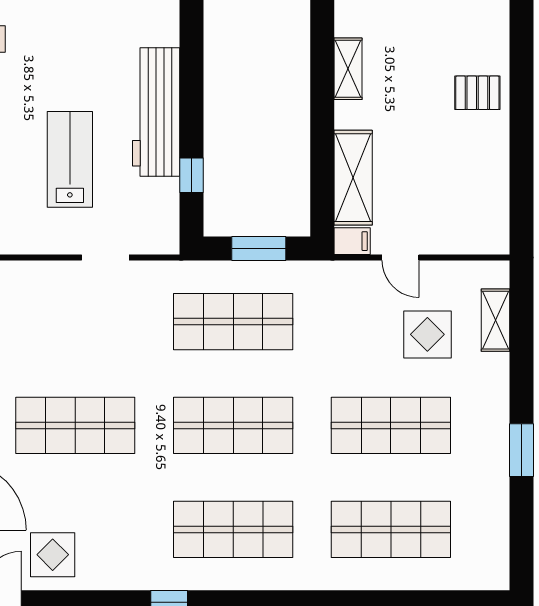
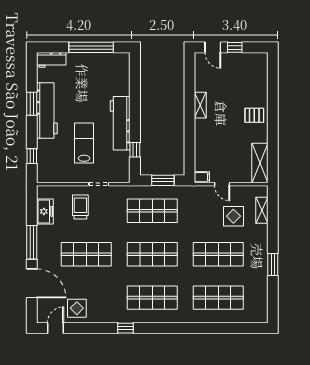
shelving: (353, 178) -> (260, 163), moved
trolley: (61, 312) -> (80, 207), added

